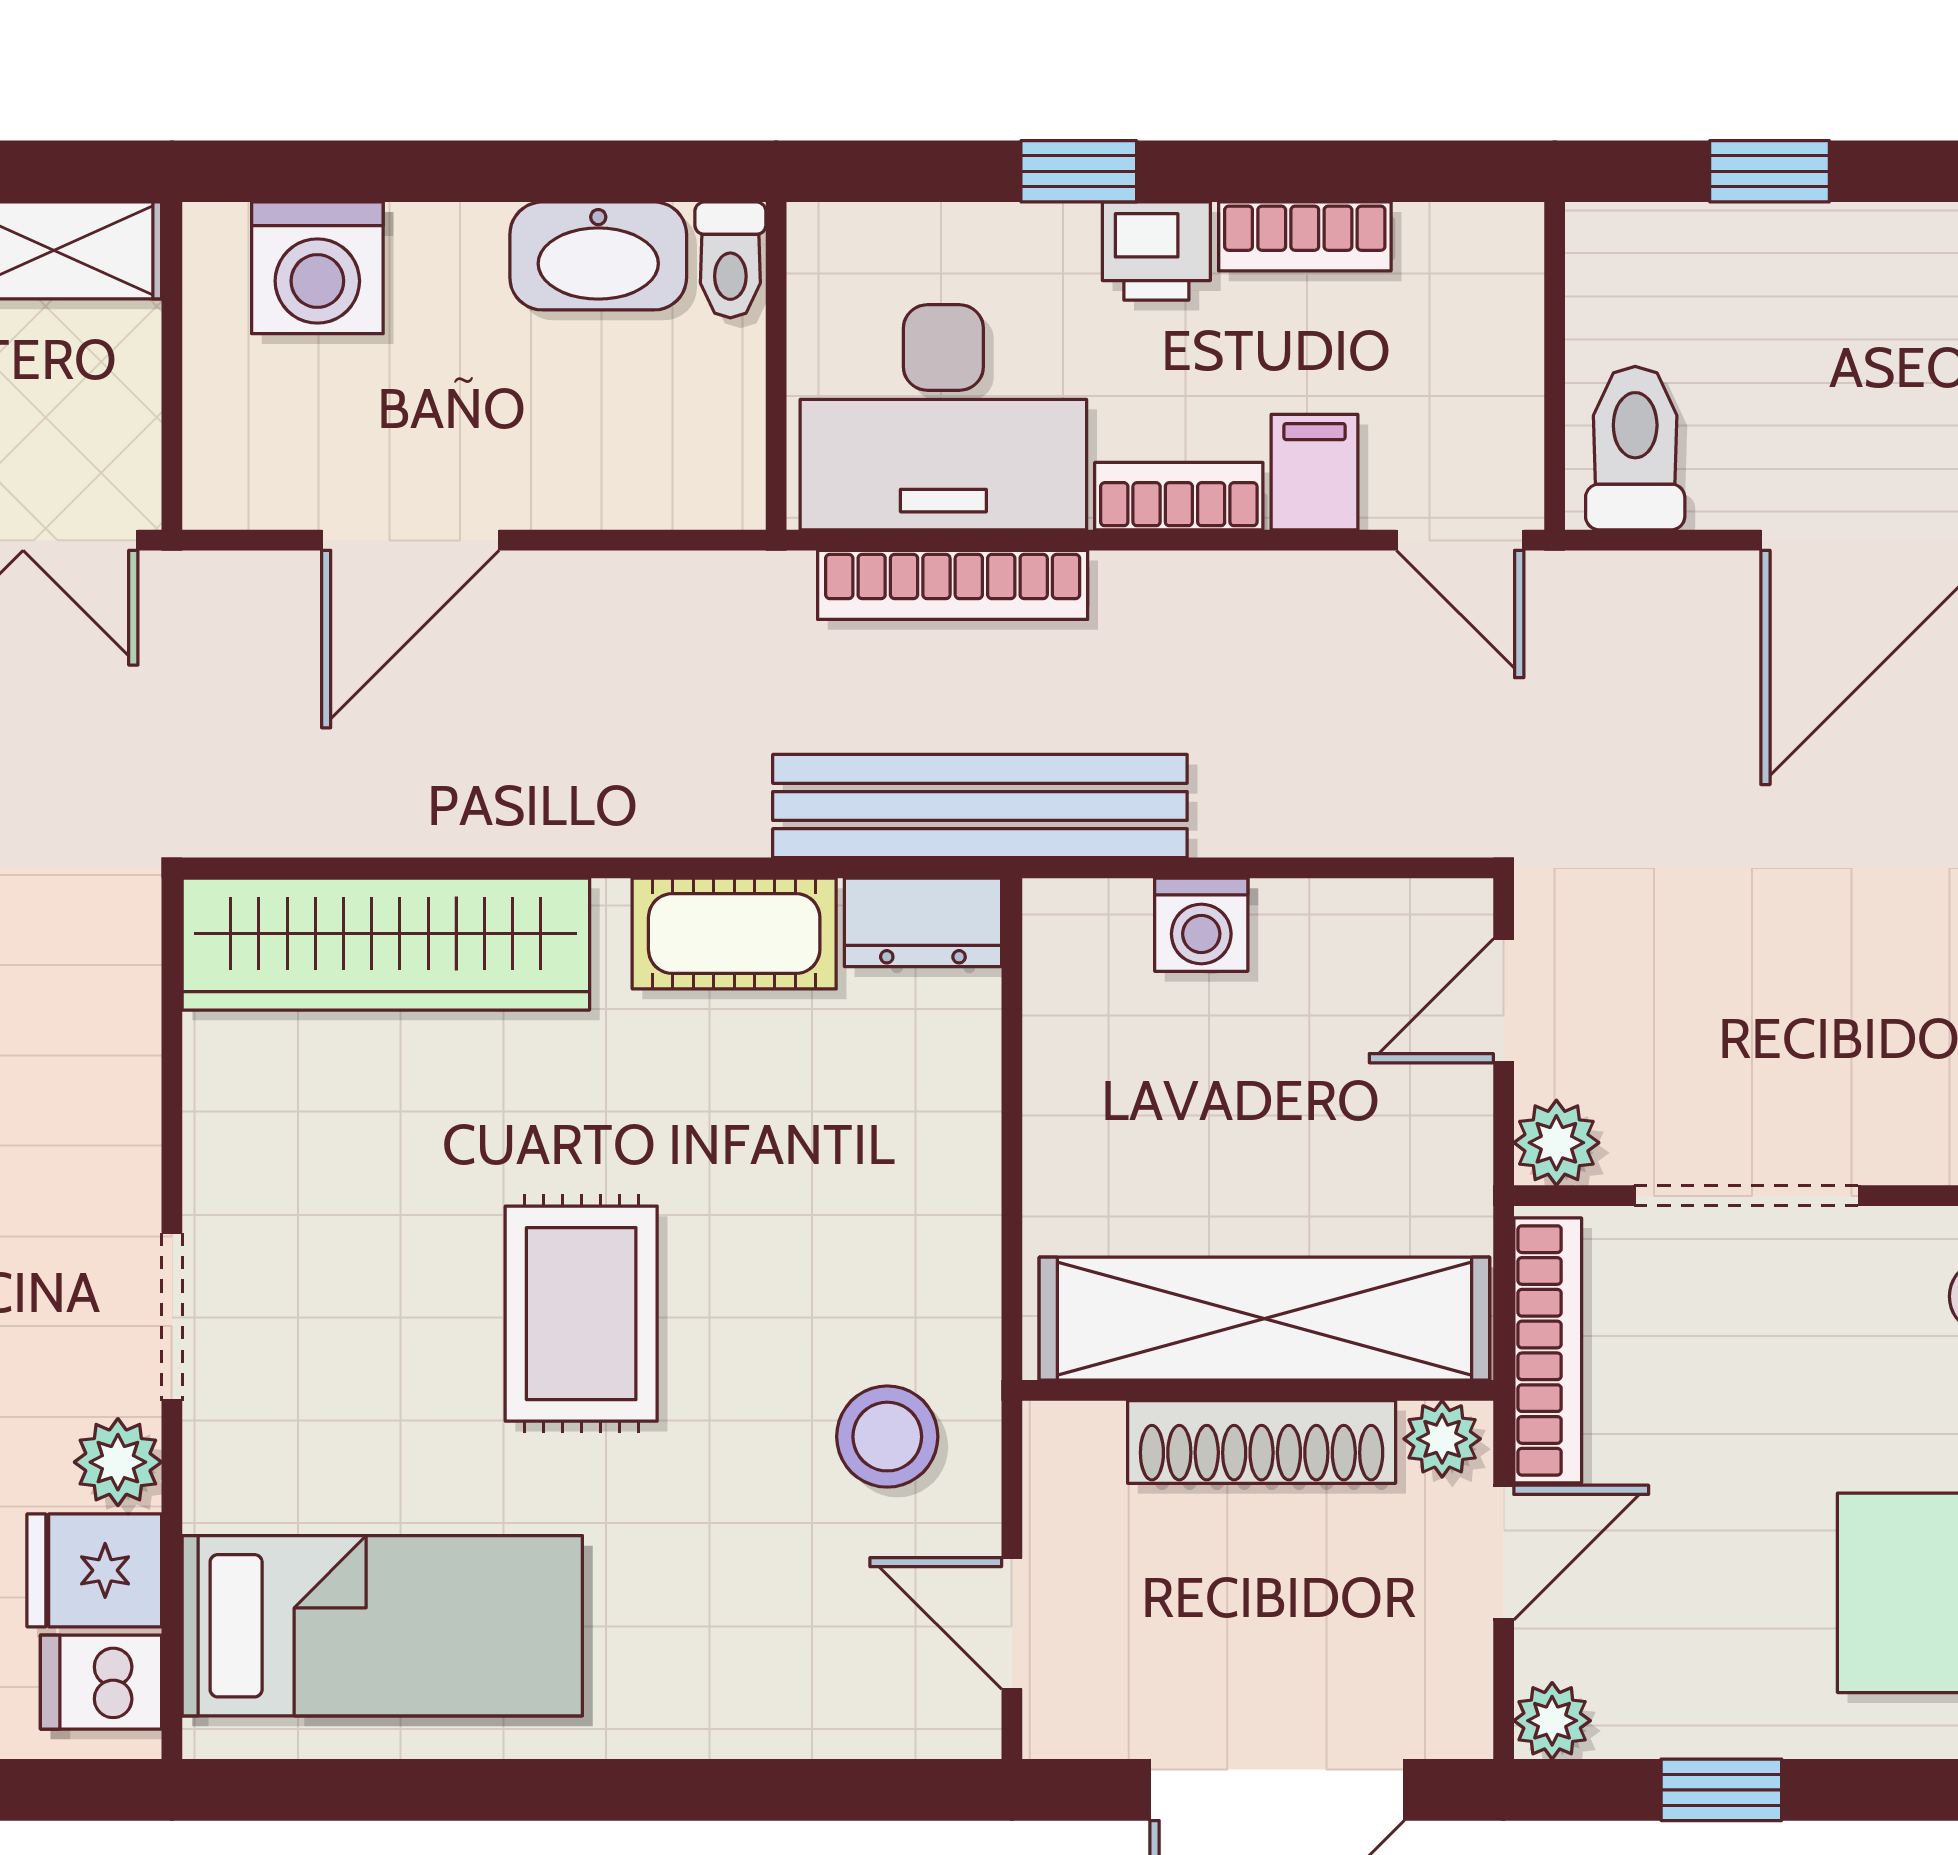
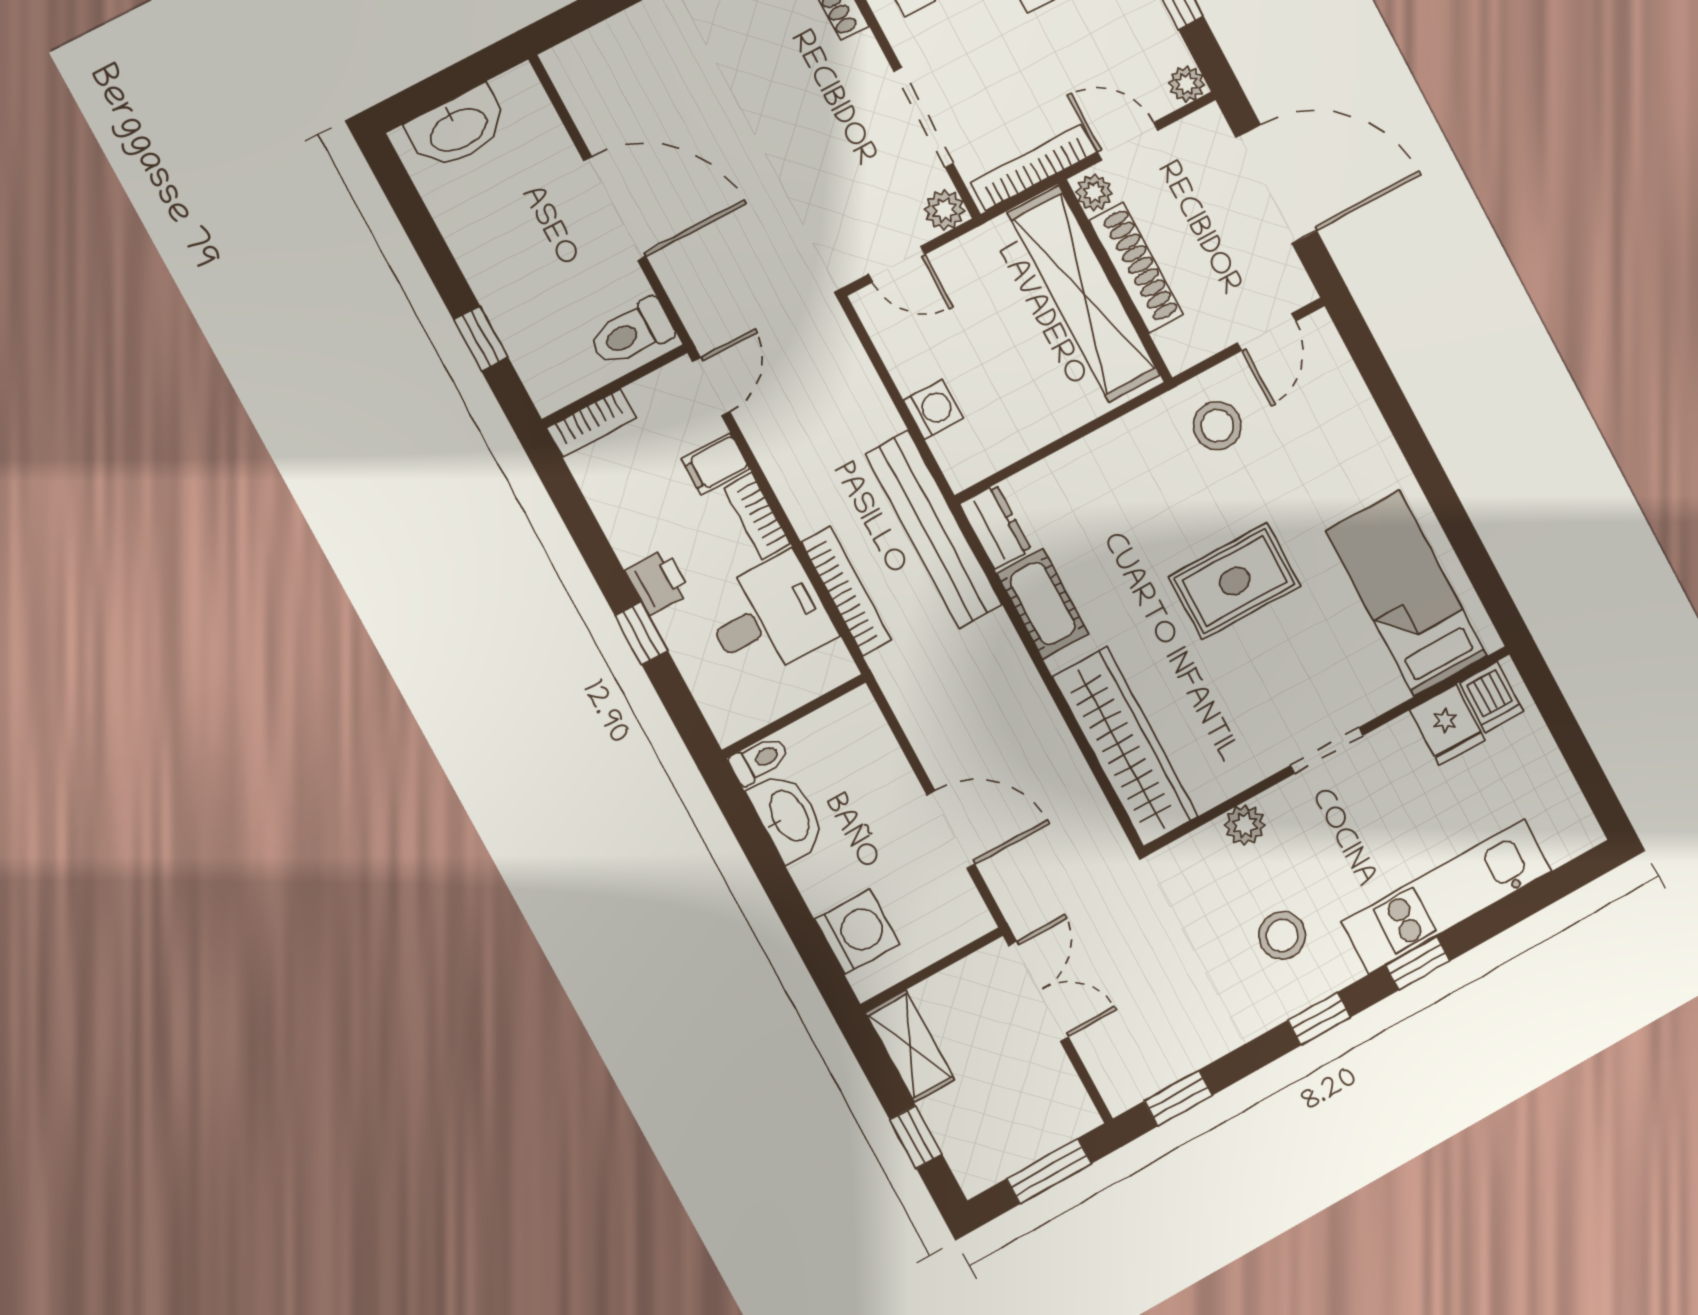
bookcase: (1305, 236) -> (592, 423), moved, turned 90
desk: (943, 417) -> (769, 617), width x0.73
plant: (118, 1462) -> (1245, 825), moved

